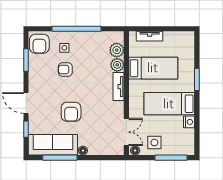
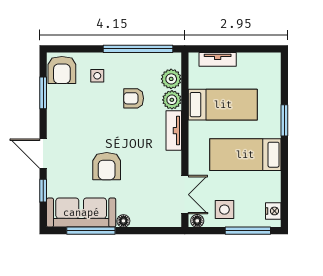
window: (77, 29) -> (138, 49), moved
armchair: (65, 69) -> (134, 98), moved
nightstand: (189, 122) -> (273, 211), moved

